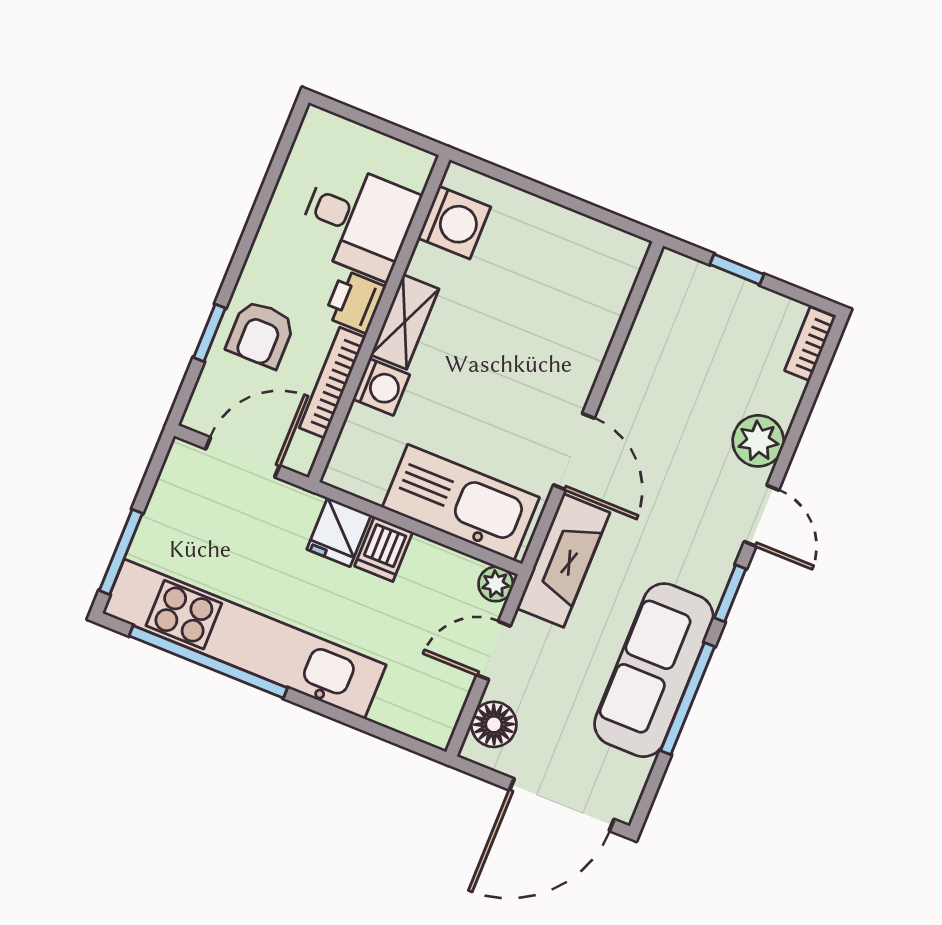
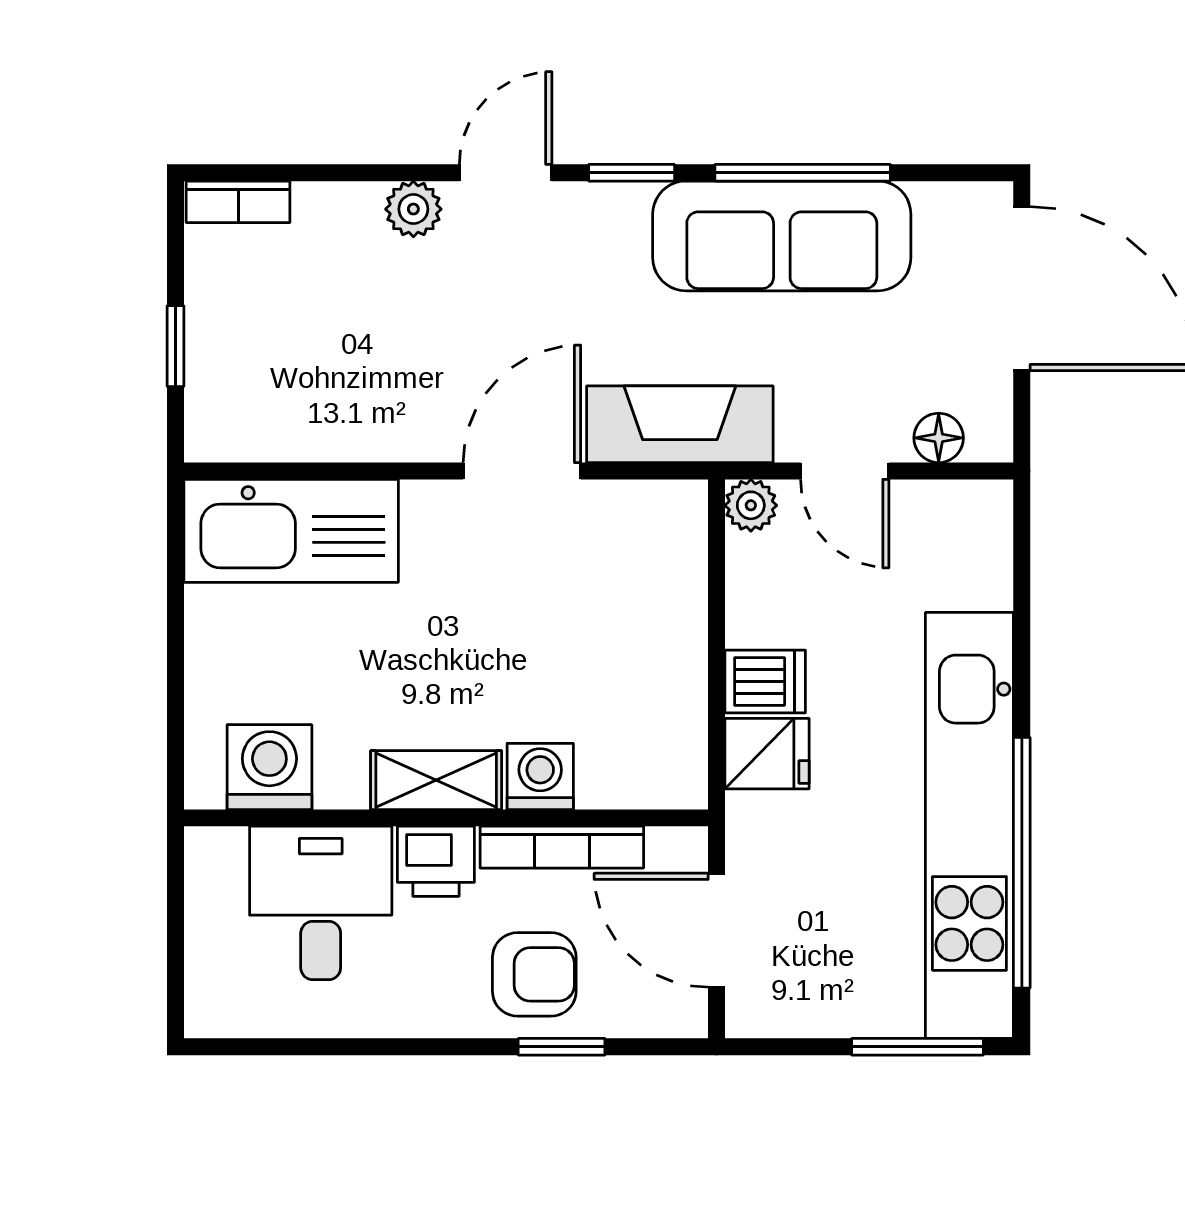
plant: (758, 441) -> (413, 209), width x0.73, depth x0.73
kitchen sink: (461, 503) -> (291, 531), moved, turned -90
floor lamp: (494, 724) -> (939, 438), width x0.73, depth x0.73

